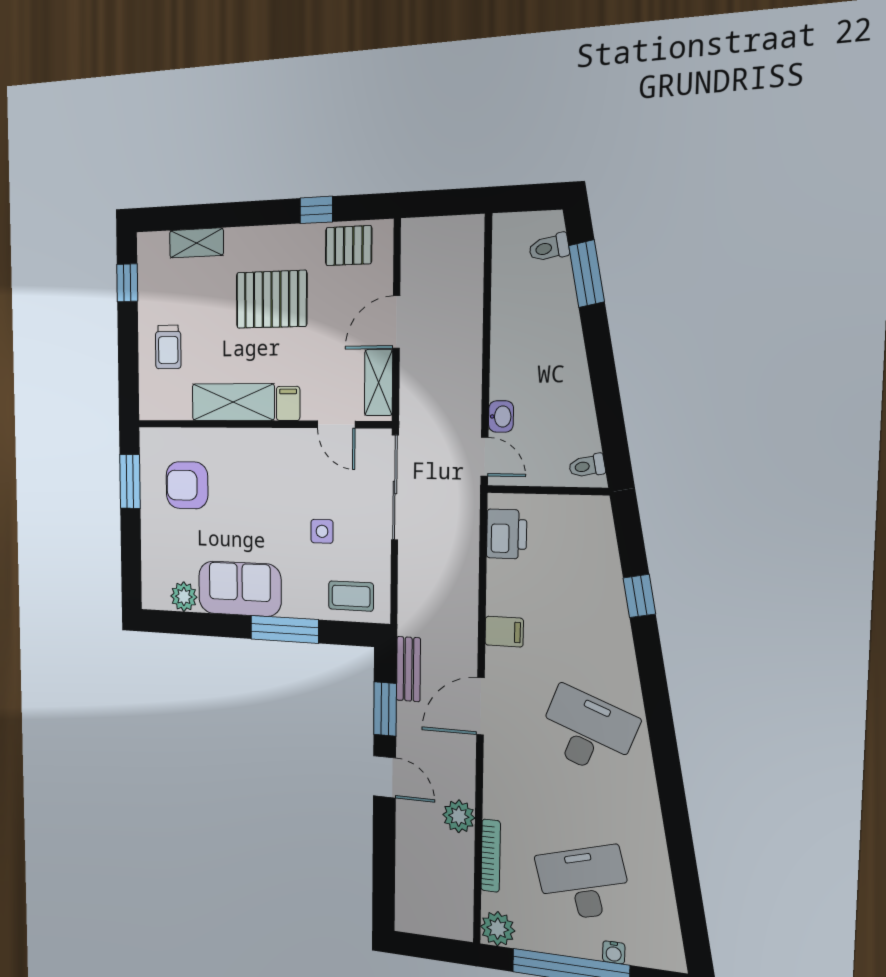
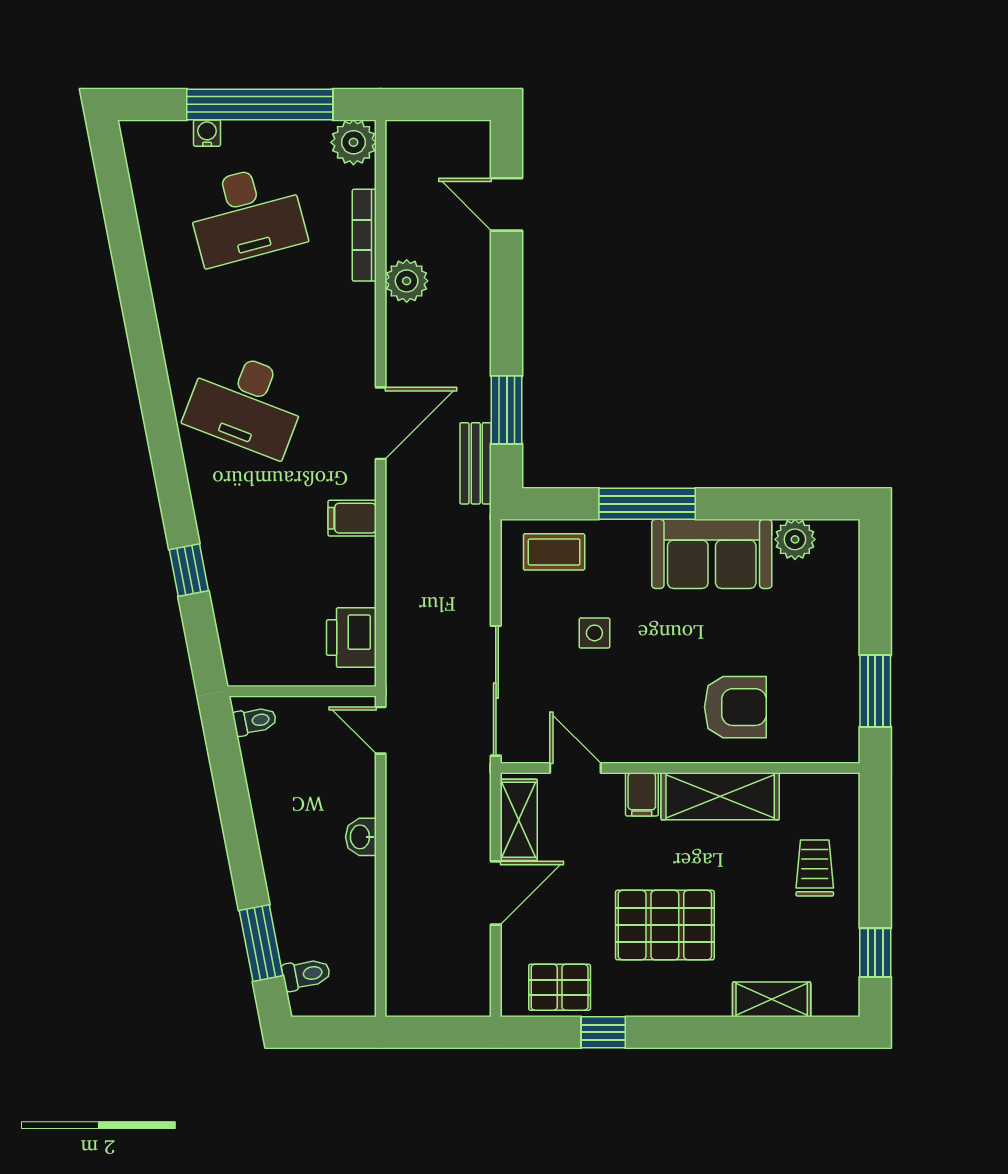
washbasin: (501, 417) -> (361, 837), moved
armchair: (187, 485) -> (735, 707), moved
door: (385, 777) -> (507, 204), moved

